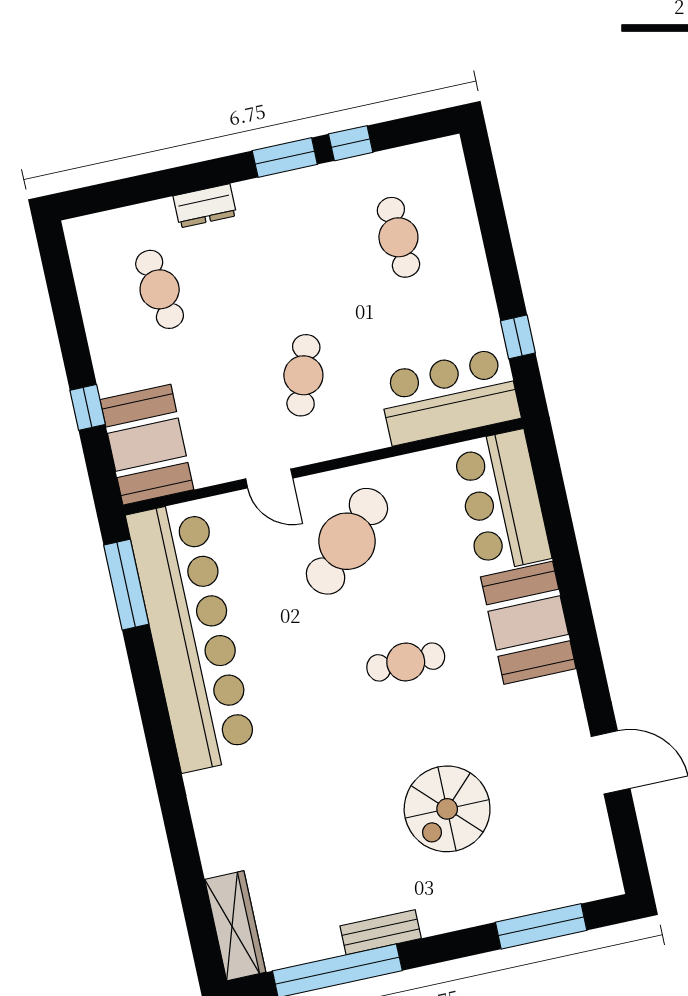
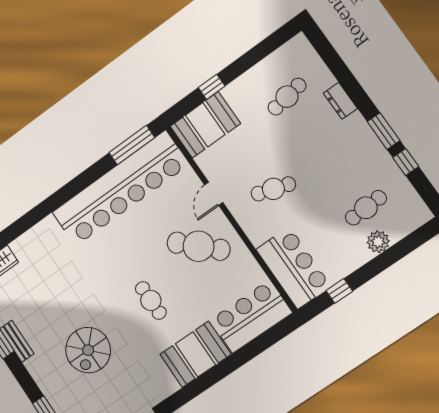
plant: (463, 241) -> (378, 242), added
spiral stairs: (447, 809) -> (88, 350), turned -90

